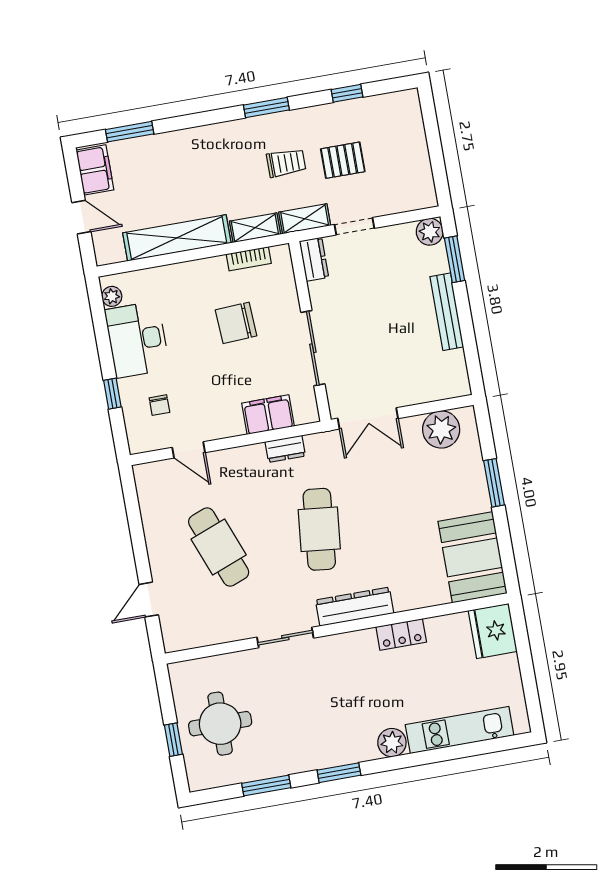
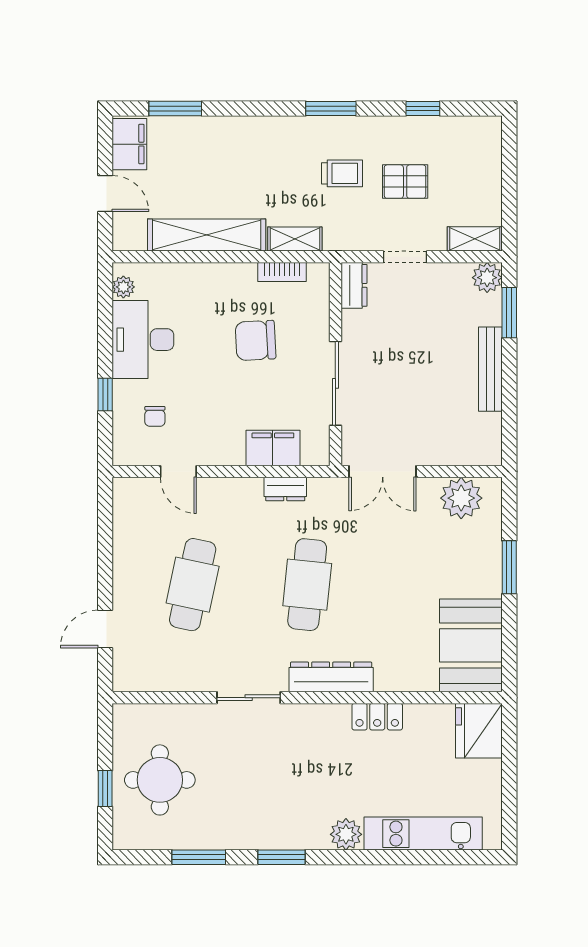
shelving: (305, 219) -> (475, 239), moved
cafe table: (219, 547) -> (193, 585), turned 33

